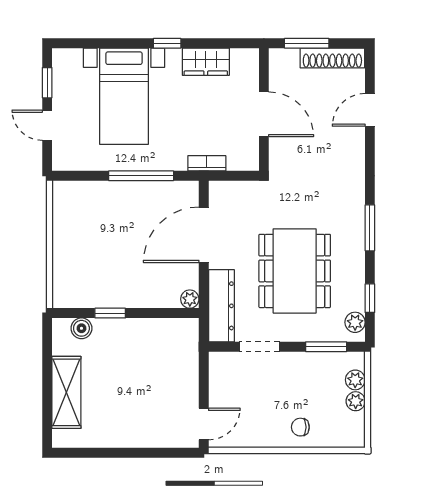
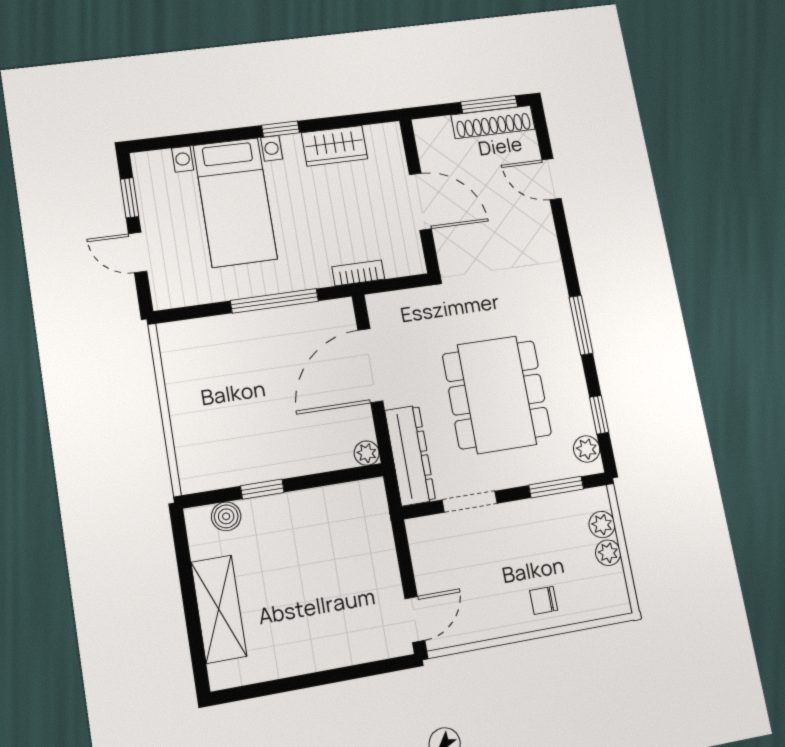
window: (307, 43) -> (489, 104), moved
door: (370, 110) -> (552, 179), hinge flipped

